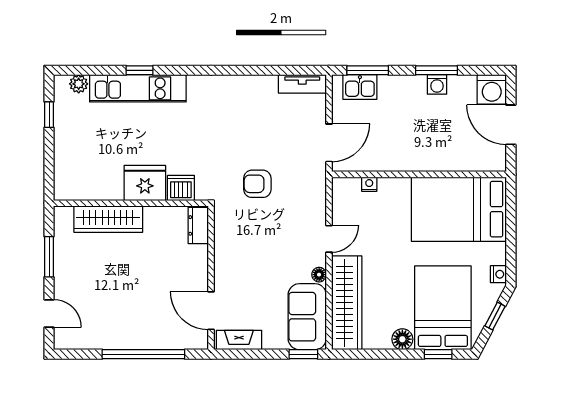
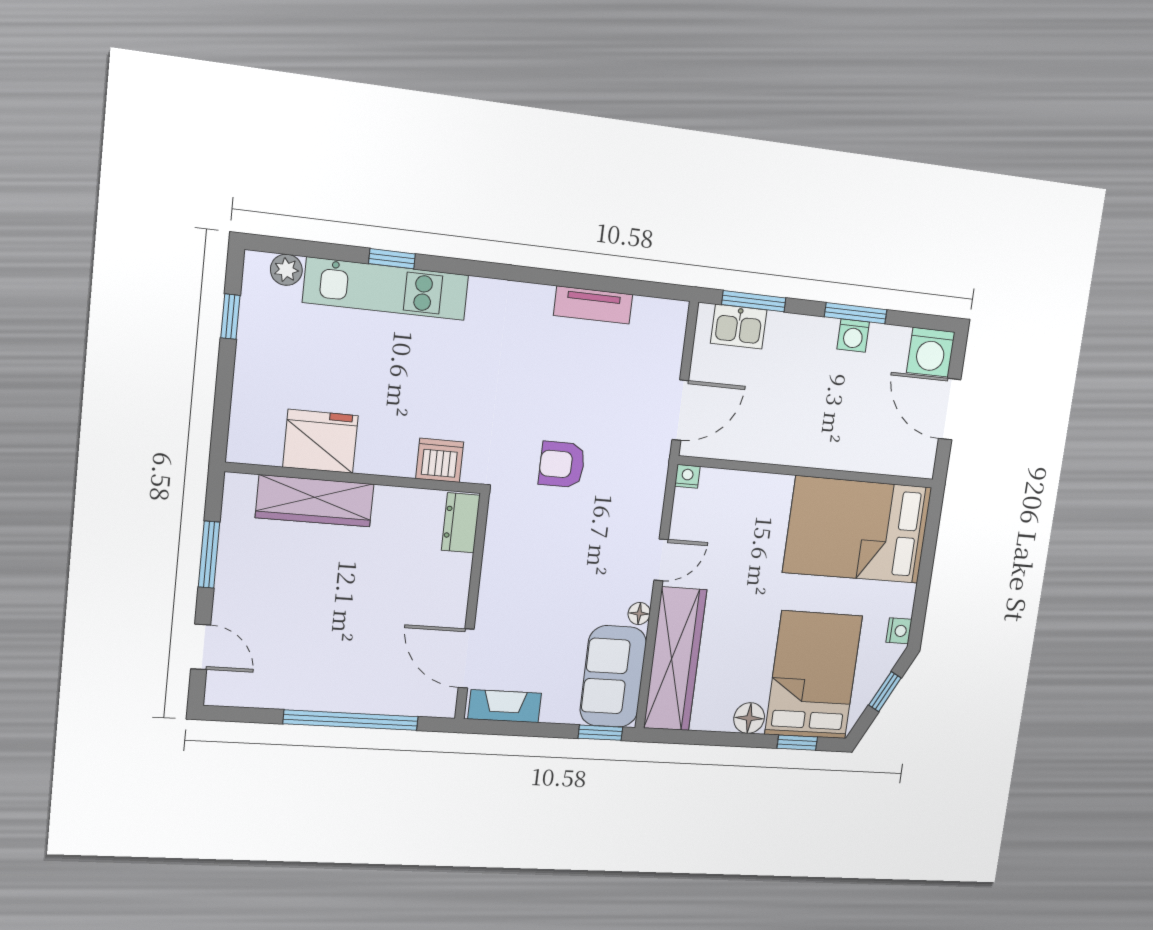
tv unit: (302, 84) -> (593, 305), moved
fridge: (145, 183) -> (320, 441), moved
nightstand: (369, 184) -> (687, 476), moved

